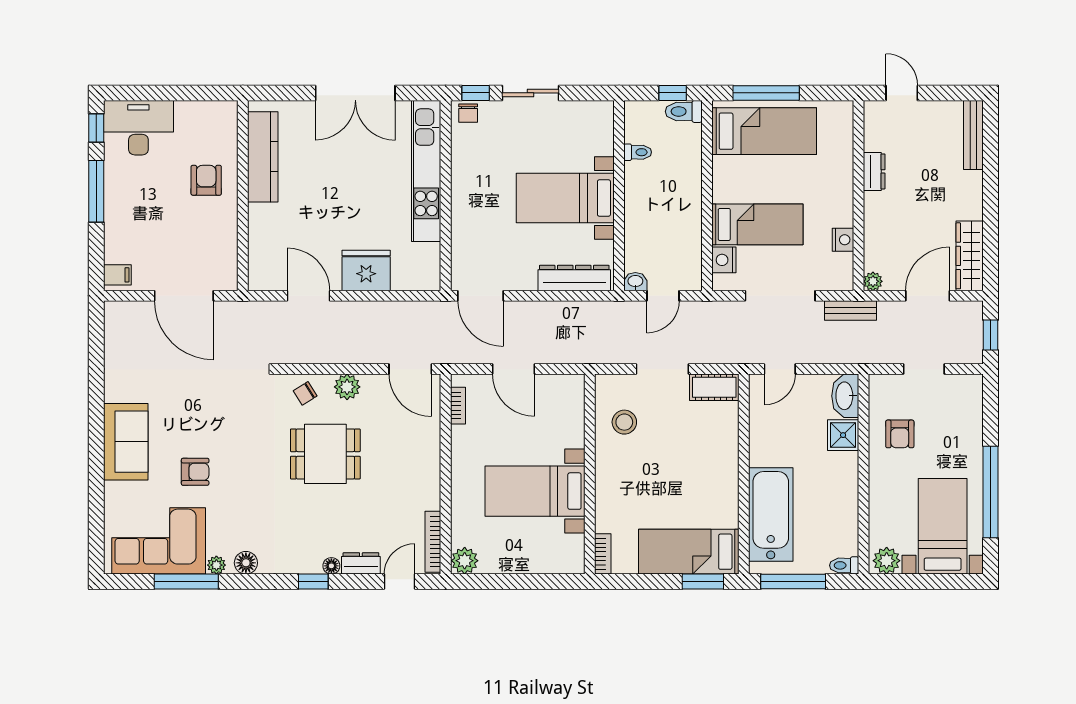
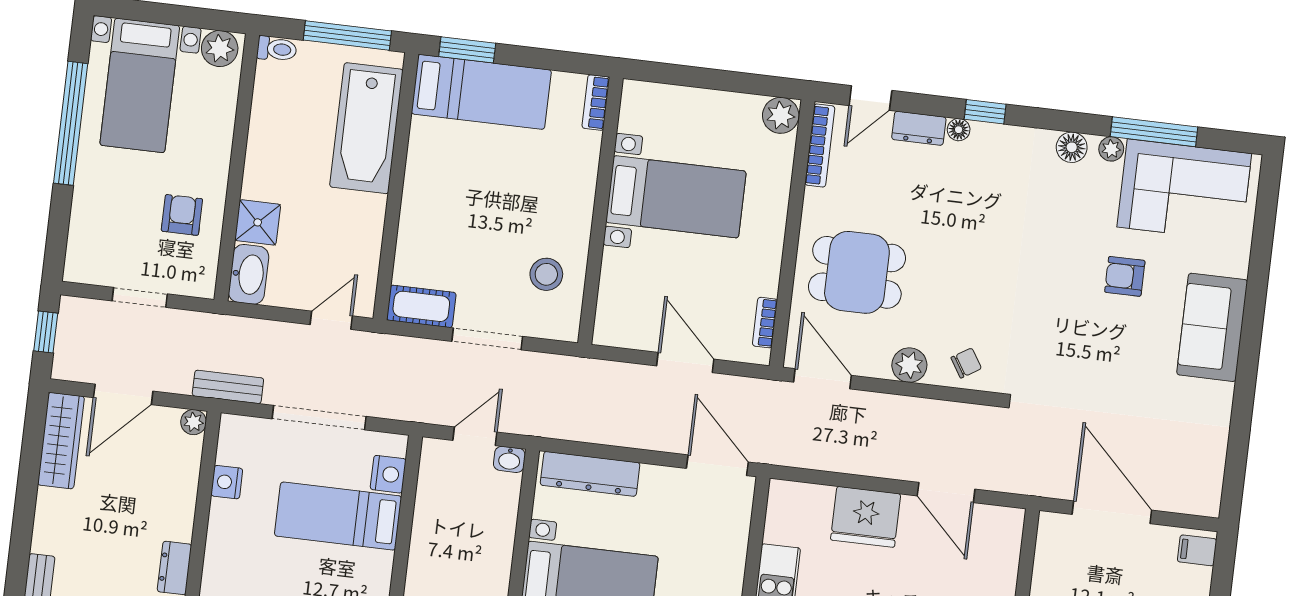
dining table: (325, 454) -> (857, 272), moved

